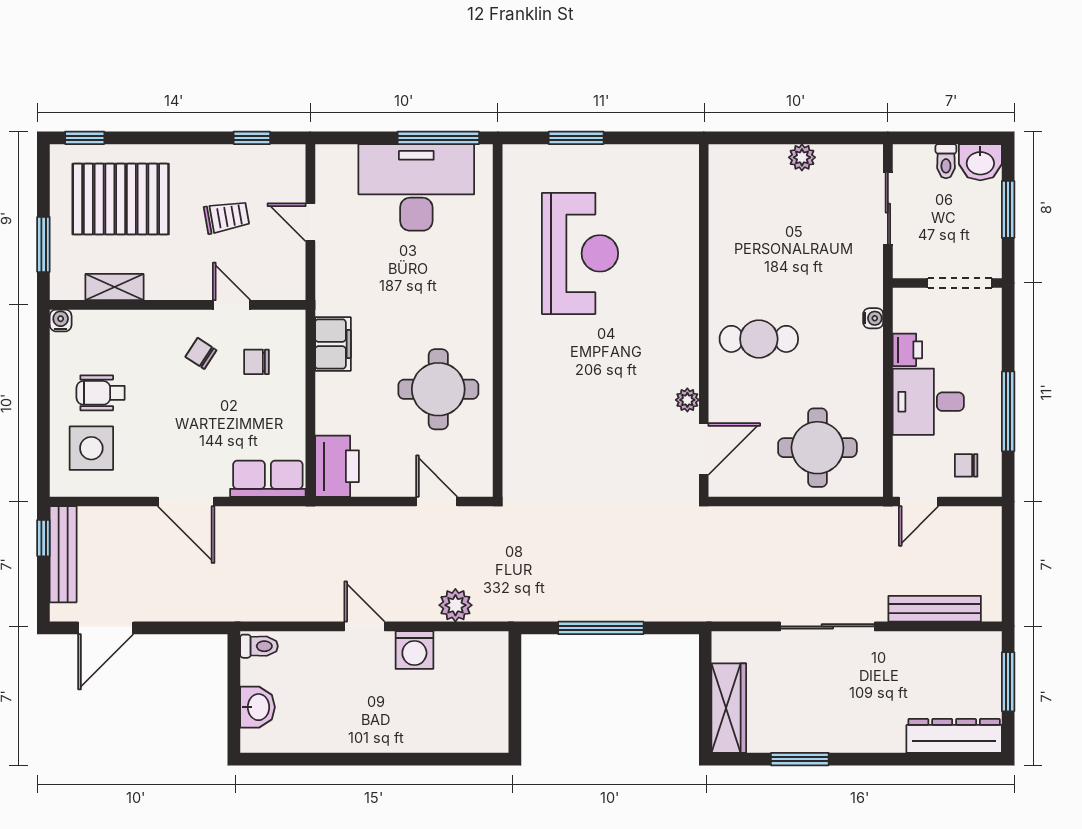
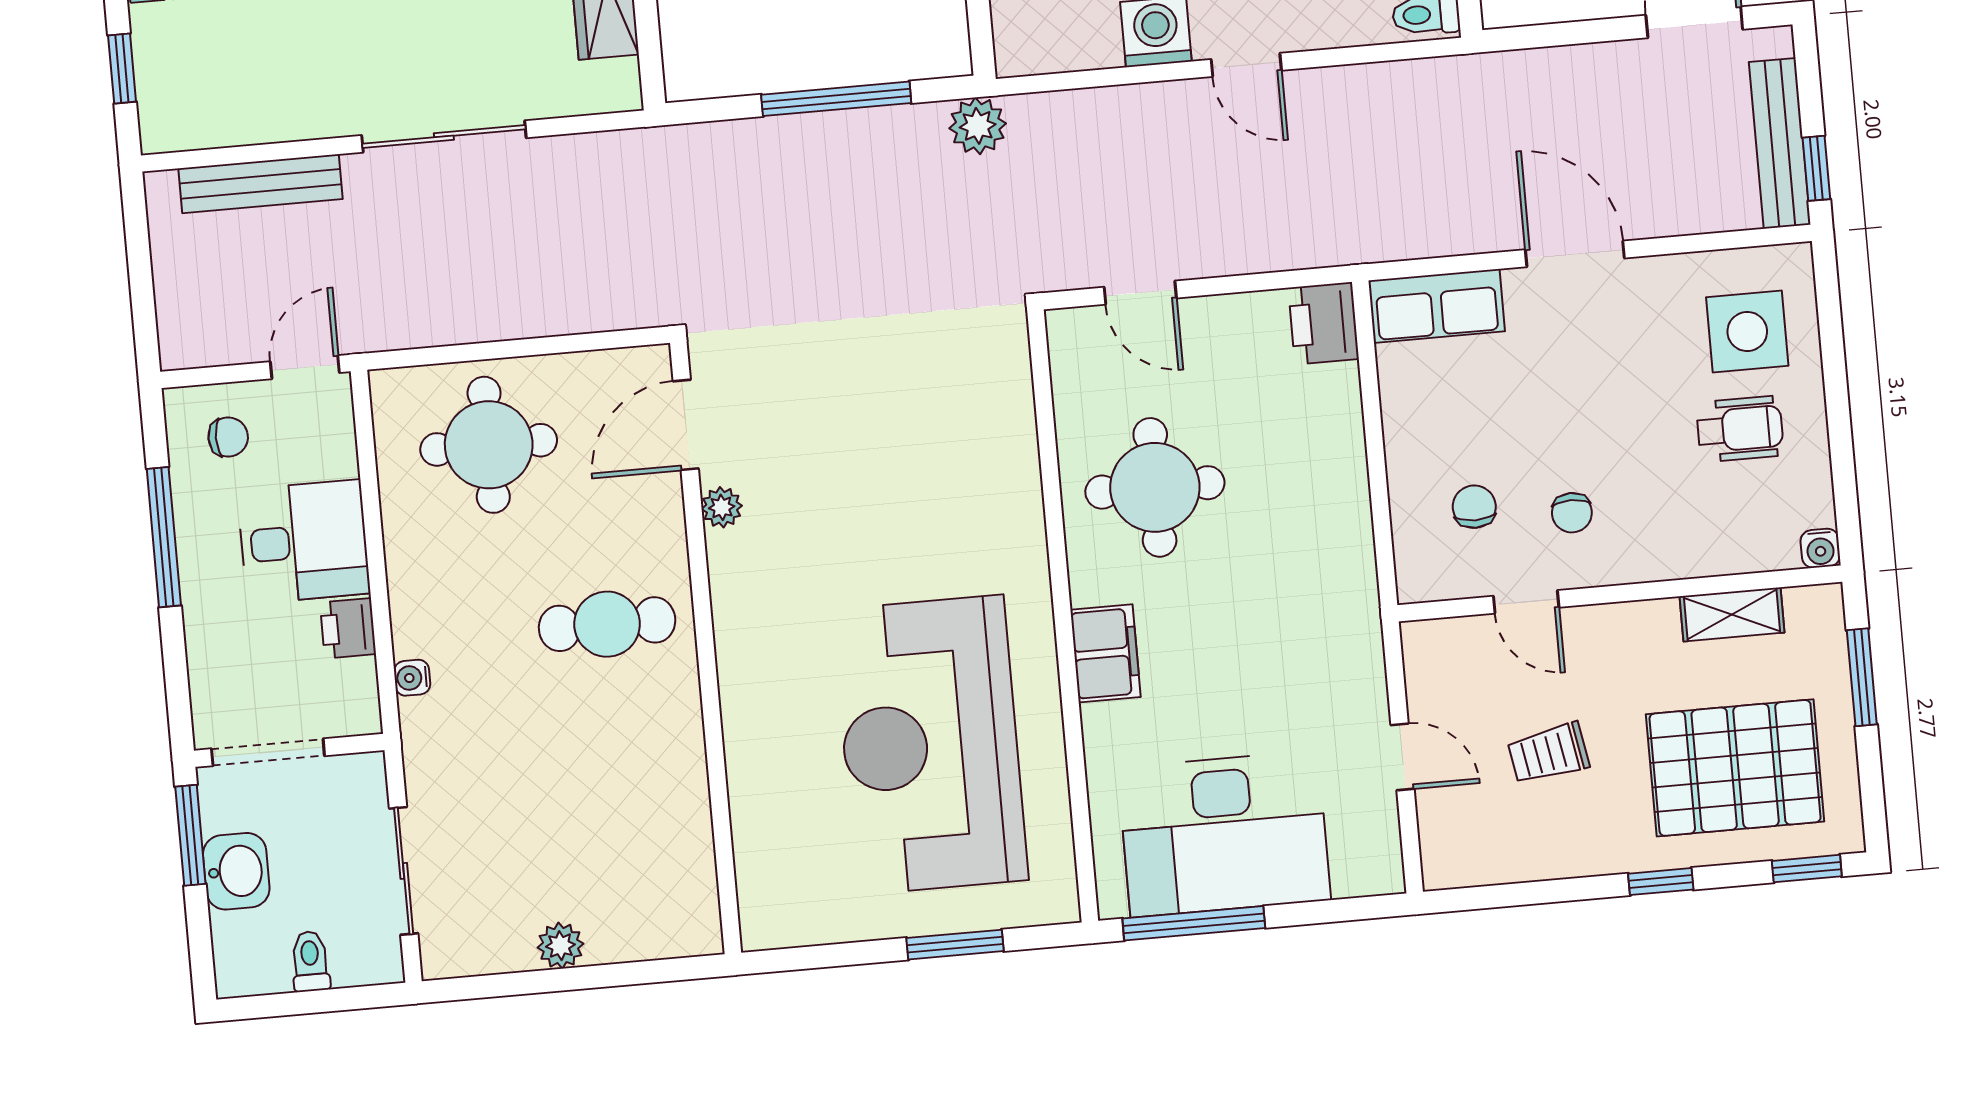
window: (252, 138) -> (1661, 882), moved
washbasin: (980, 162) -> (236, 871), moved, turned 90
window: (1008, 209) -> (190, 835), moved
reception desk: (580, 253) -> (930, 745), width x1.36, depth x1.30
filing cabinet: (333, 344) -> (1105, 653), moved, turned 180
chair: (201, 353) -> (1572, 513), turned 57
chair: (257, 362) -> (1474, 507), turned -90
printer: (337, 466) -> (1323, 323), width x0.73, depth x0.84
plant: (455, 605) -> (978, 126), moved
window: (1008, 682) -> (122, 69), width x0.67

